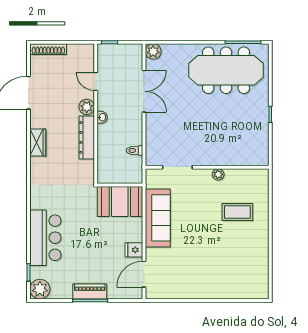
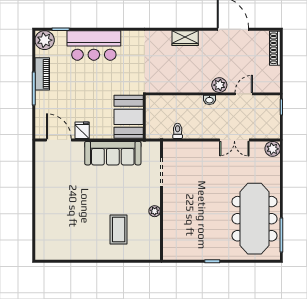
double door: (144, 91) -> (234, 140), width x0.73
dresser: (87, 137) -> (190, 85), removed
piano: (90, 292) -> (42, 74), moved

